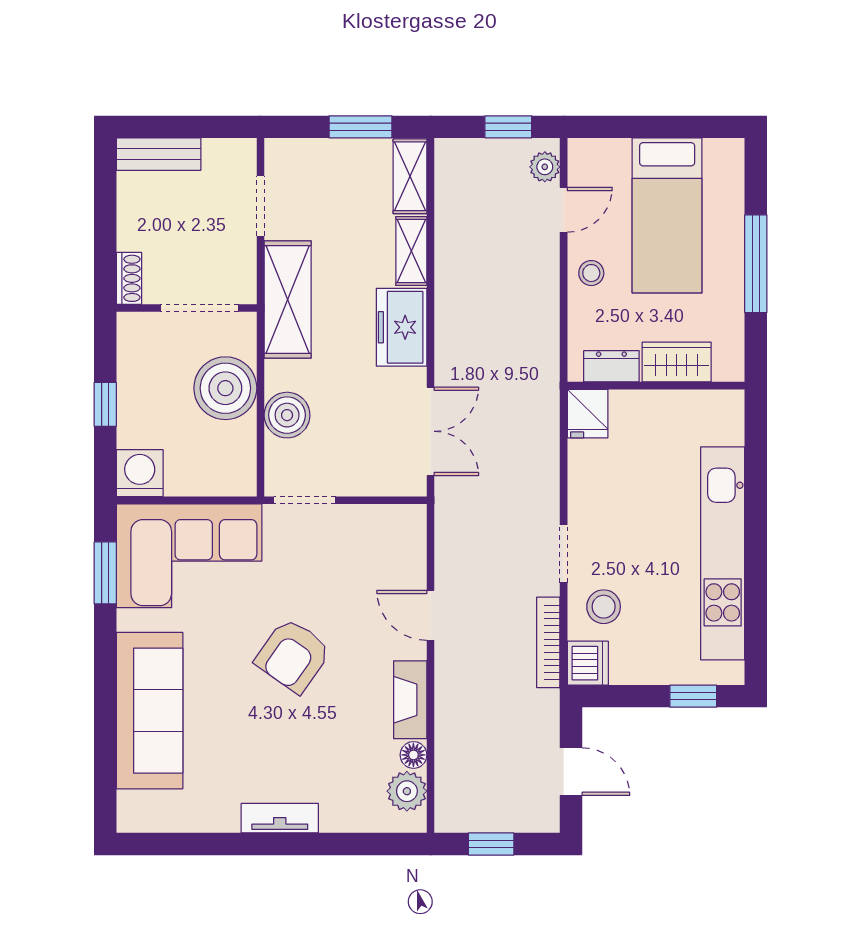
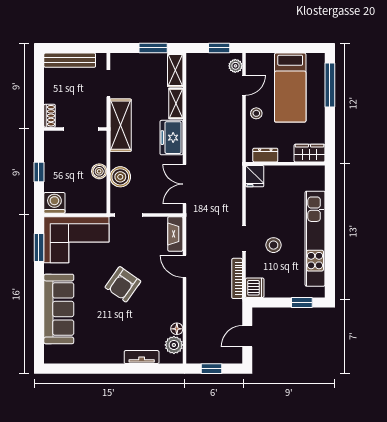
bench: (159, 154) -> (70, 60), width x1.36
window: (756, 264) -> (330, 85), moved
wardrobe: (677, 362) -> (309, 153), moved
boiler: (225, 388) -> (99, 171), width x0.54, depth x0.54
double door: (431, 431) -> (184, 184), swing flipped
stool: (604, 607) -> (274, 245), moved
fireplace: (410, 700) -> (175, 234), moved
door: (571, 772) -> (247, 336), swing flipped
tv unit: (280, 818) -> (142, 357), moved

